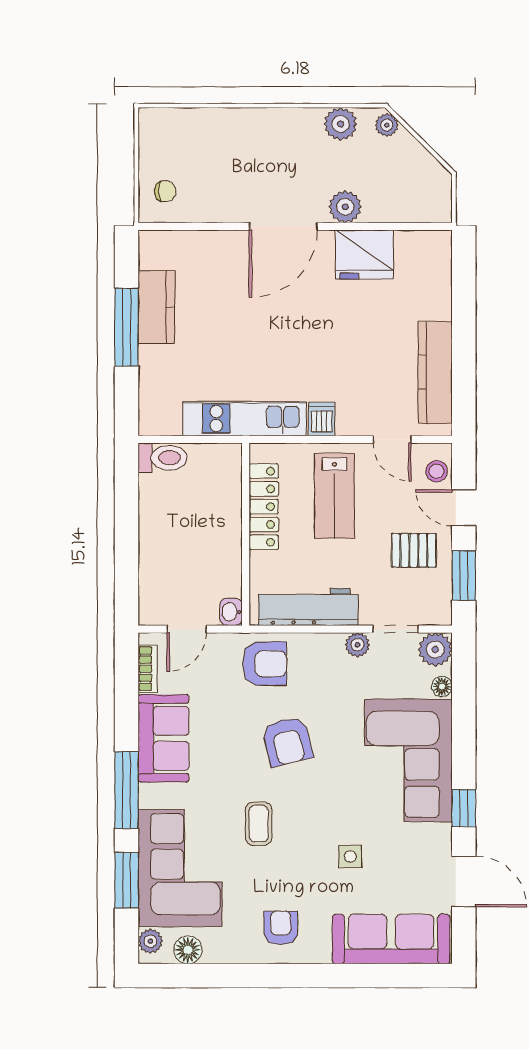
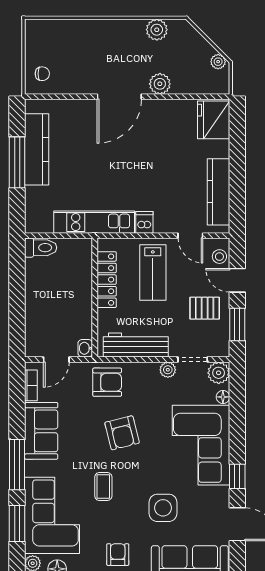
plant: (387, 125) -> (218, 62), moved
fridge: (364, 254) -> (214, 120), moved, turned 90
kitchen counter: (157, 307) -> (37, 149), width x1.50
side table: (350, 856) -> (163, 508), width x1.87, depth x1.87

